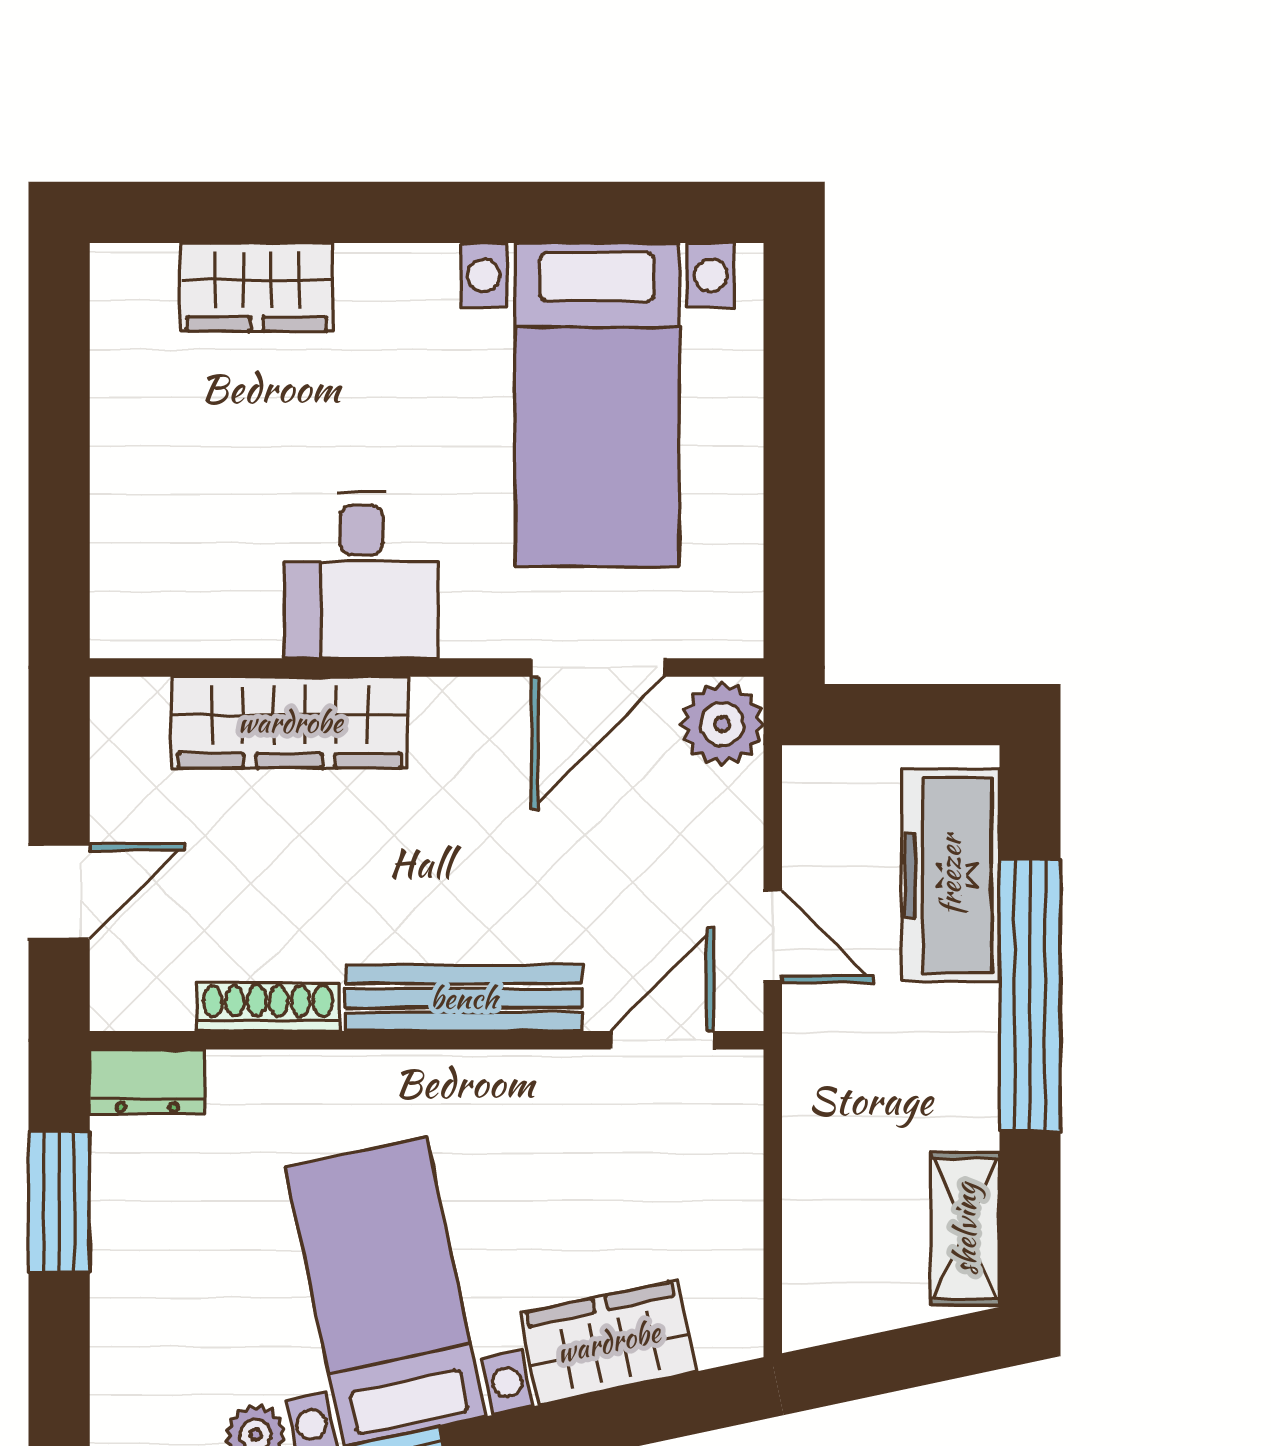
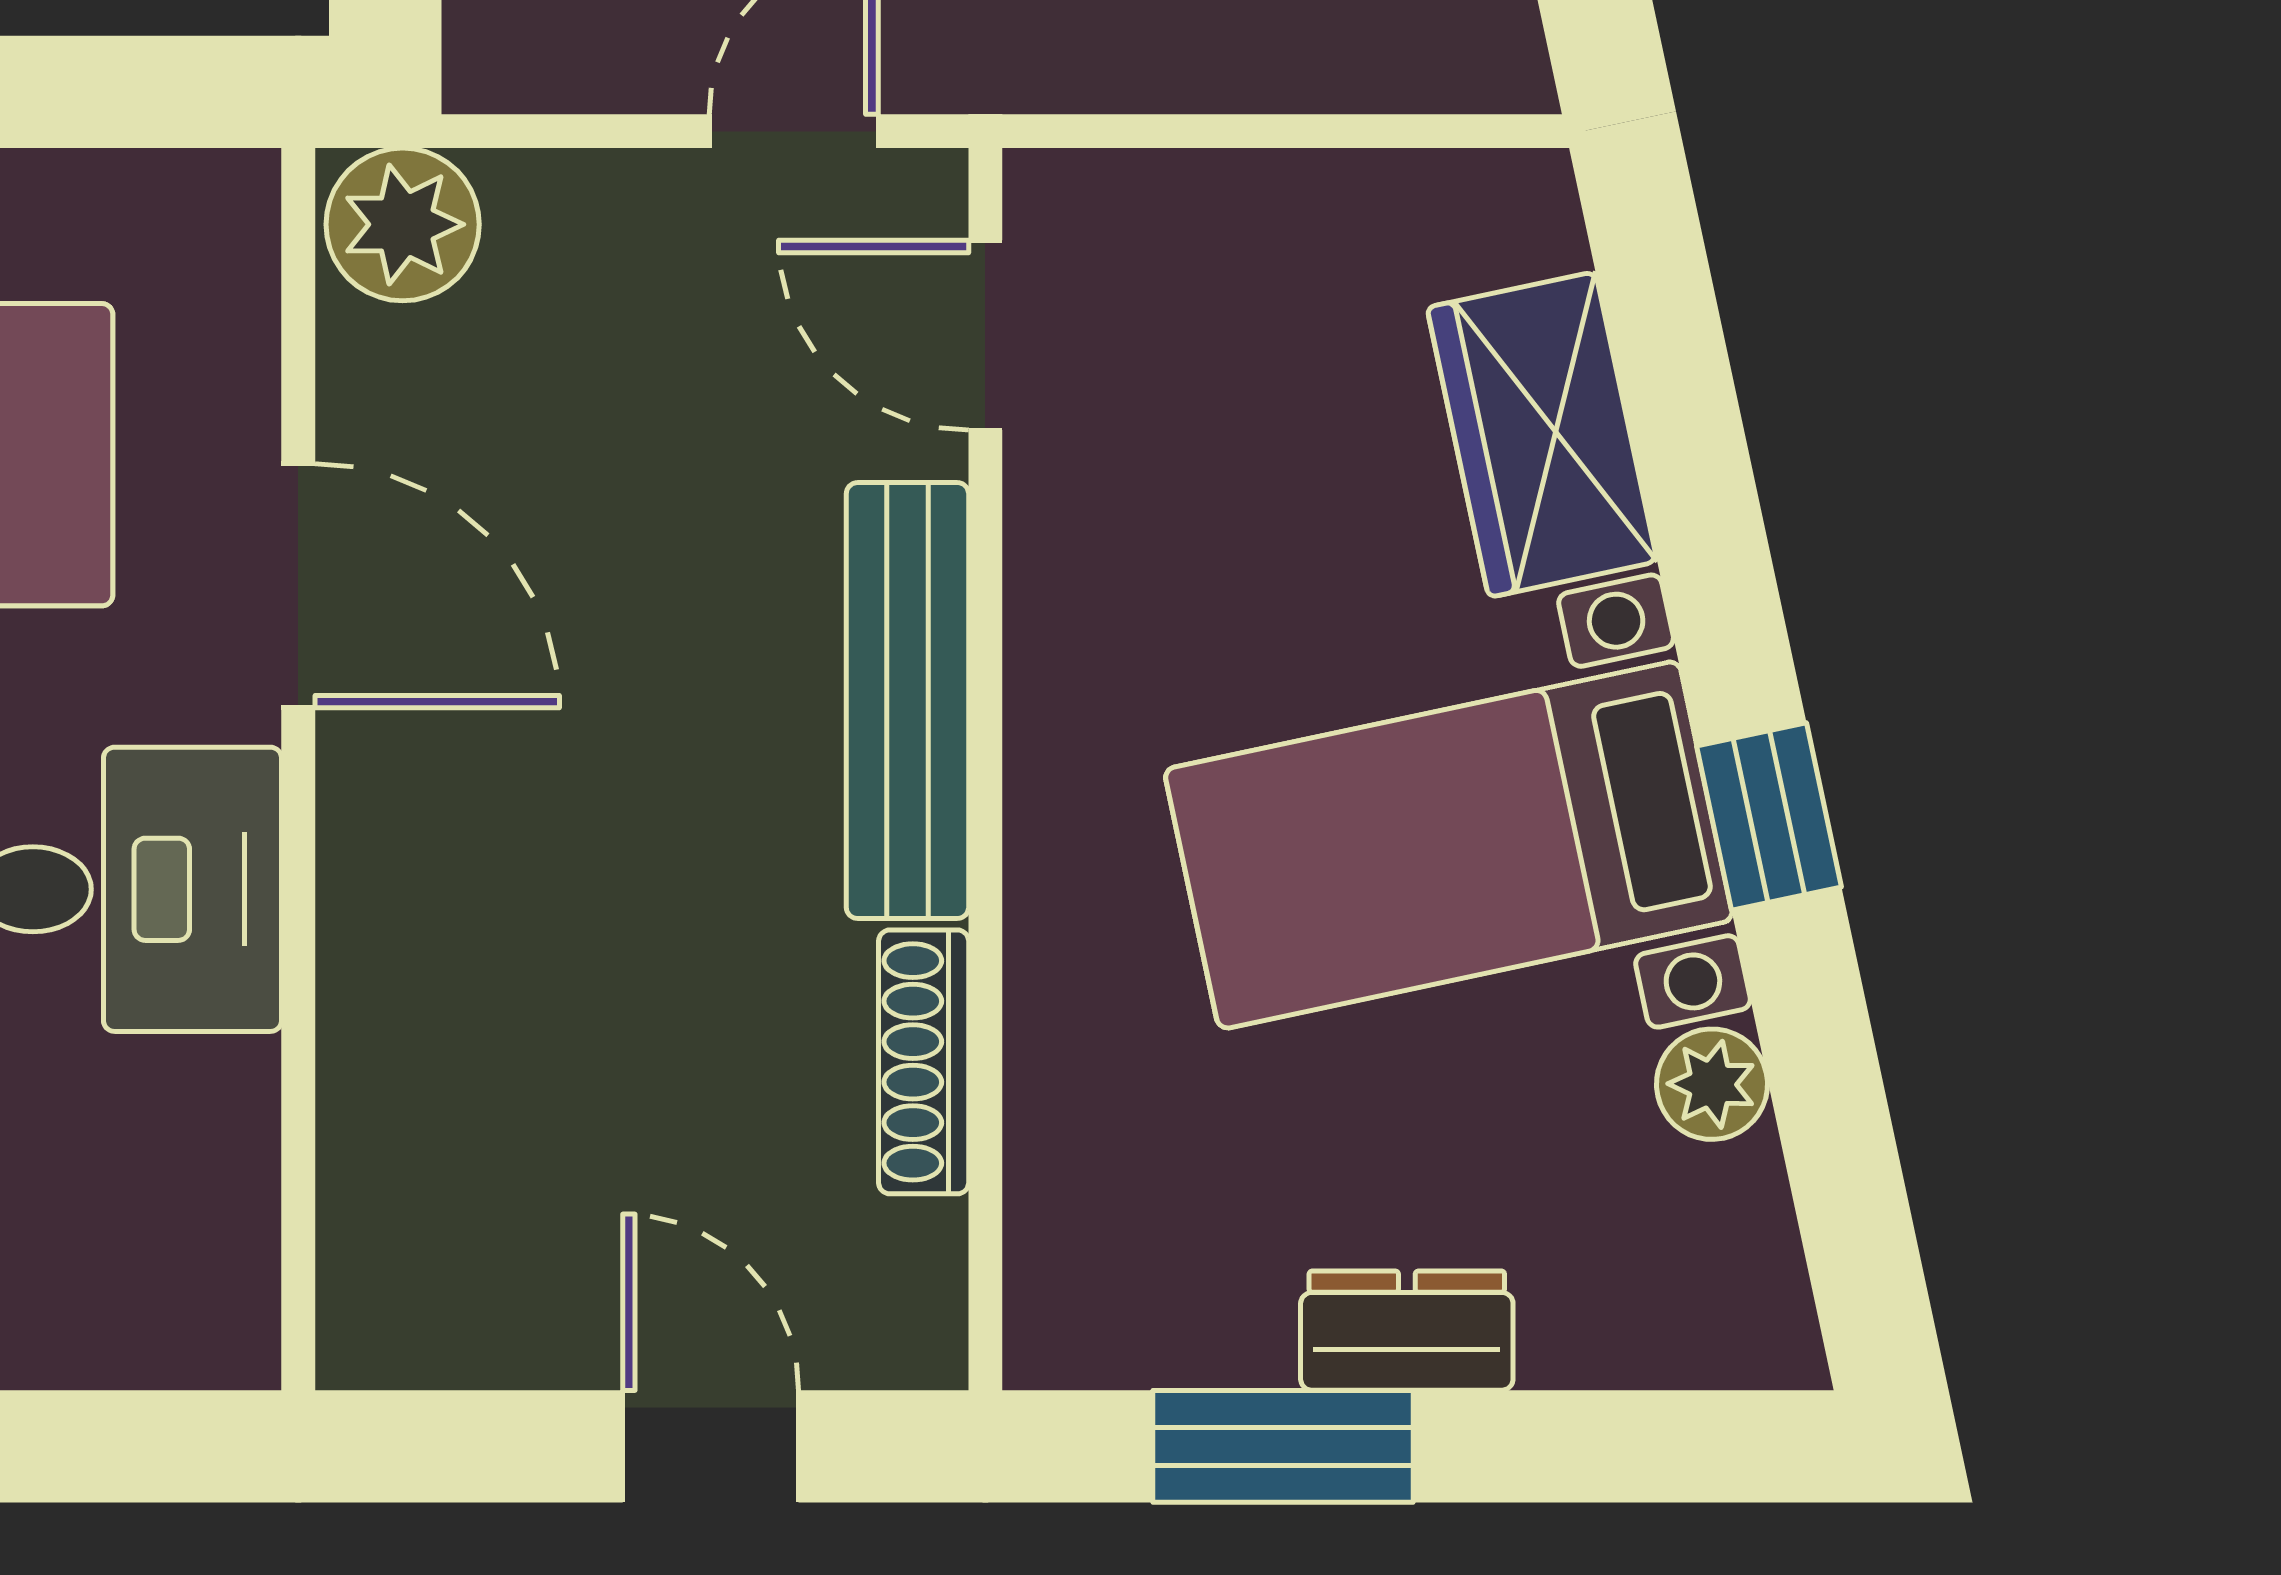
door: (598, 667) -> (298, 586), moved
wardrobe: (290, 722) -> (399, 1022), removed
dresser: (147, 1082) -> (1407, 1331), moved, turned -90

